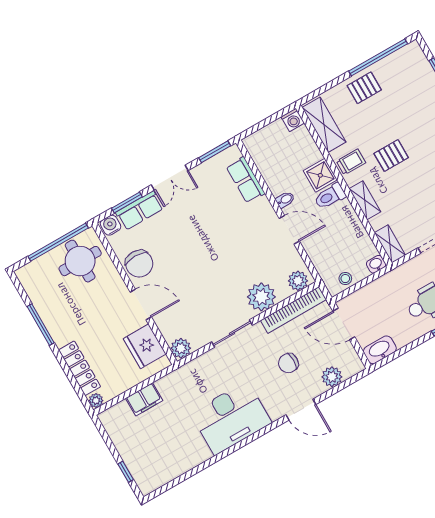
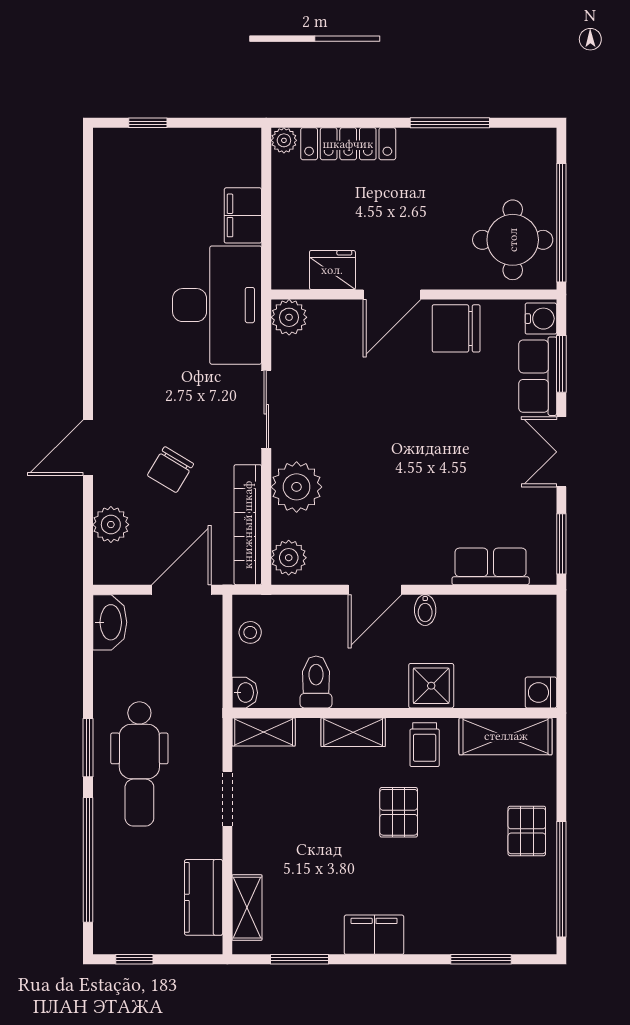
toilet: (330, 196) -> (316, 682), moved
fridge: (145, 346) -> (332, 270), width x0.73, depth x0.75
chair: (288, 363) -> (170, 470), turned -149
desk: (231, 418) -> (217, 305), moved, turned 180

